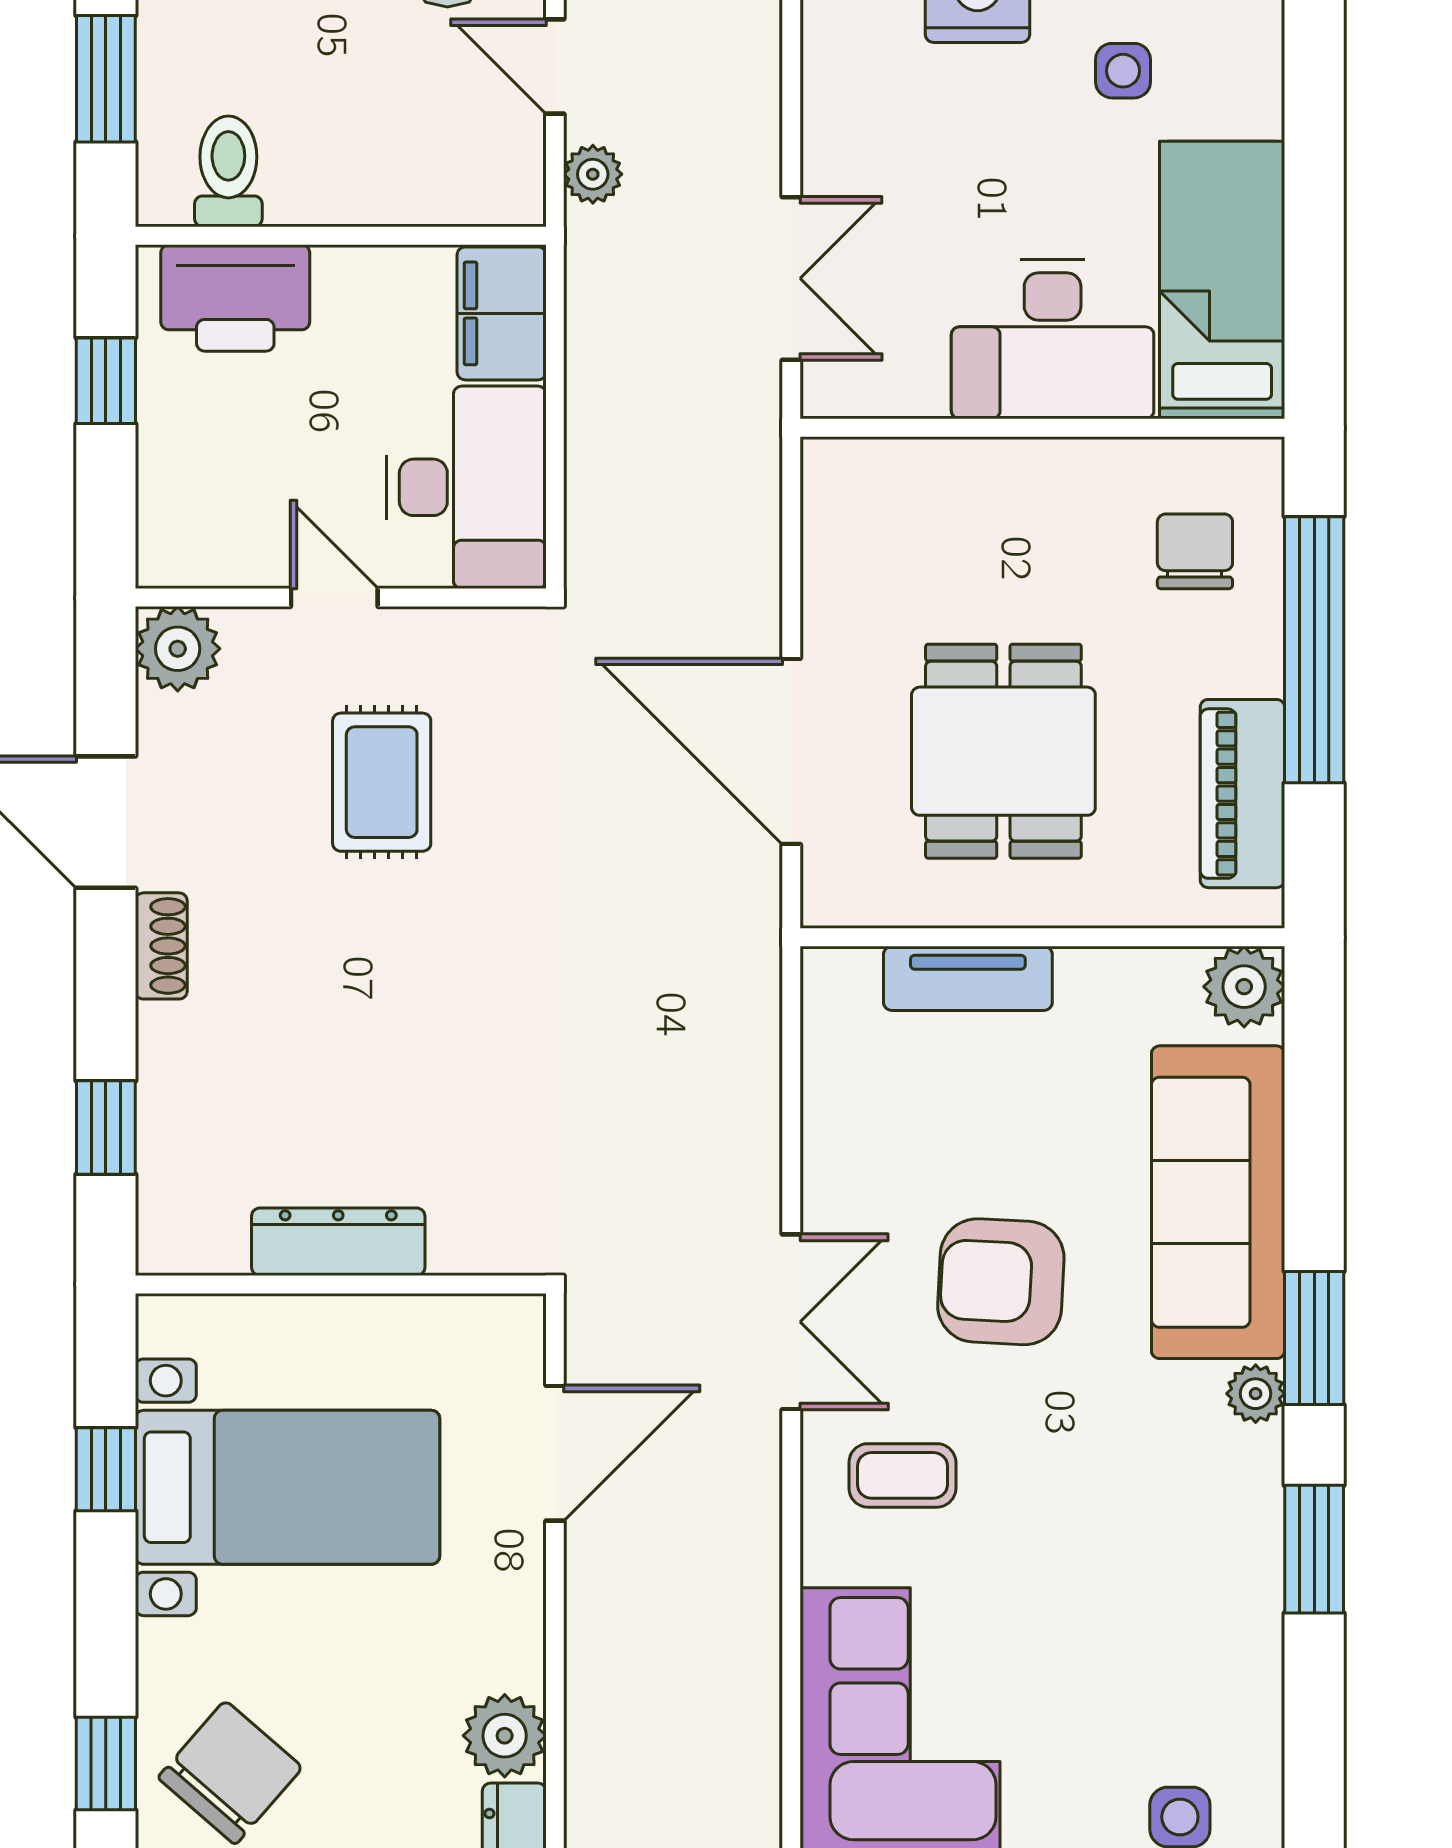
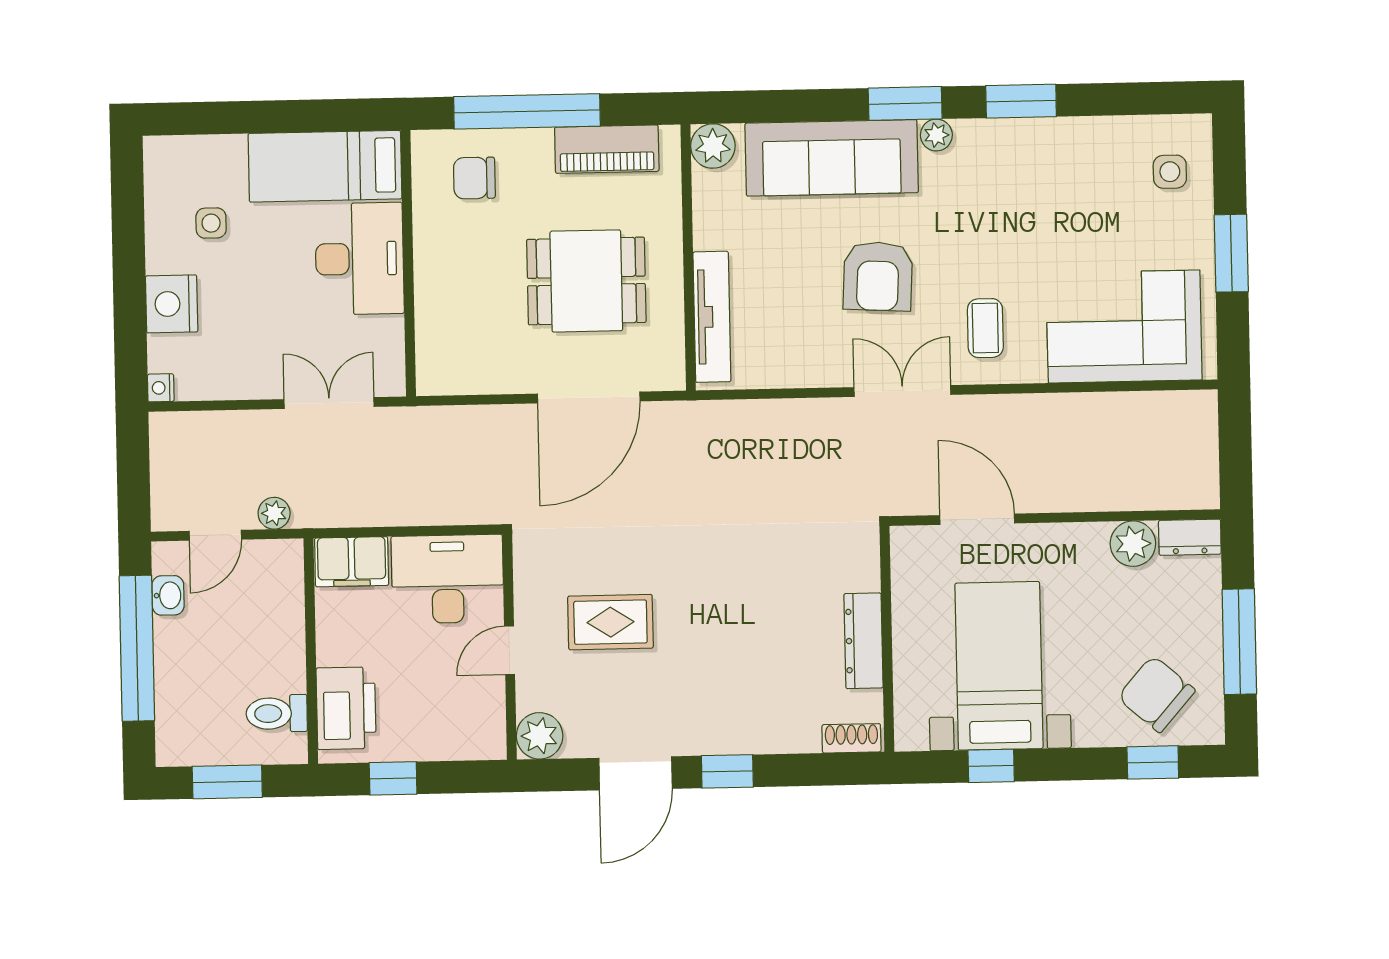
shoe rack: (161, 946) -> (851, 738), moved
tv unit: (968, 978) -> (712, 317), width x1.41
window: (106, 1128) -> (727, 771), moved

